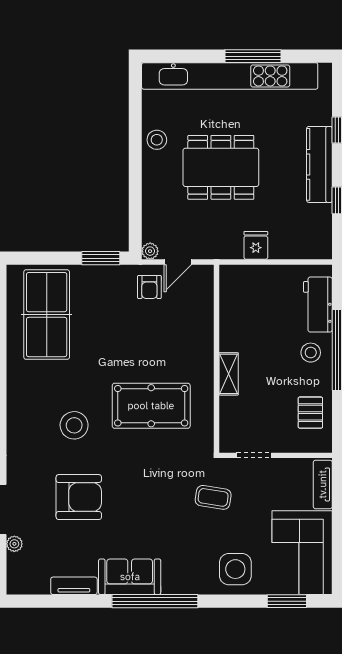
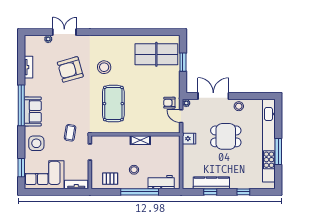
kitchen counter: (319, 164) -> (211, 183), moved
dining table: (221, 167) -> (226, 136), width x0.73
double door: (135, 194) -> (213, 96), added
fridge: (256, 245) -> (189, 139), moved
window: (101, 258) -> (183, 62), moved
stool: (311, 353) -> (134, 170), moved
shelving: (229, 374) -> (140, 140), moved
armchair: (79, 497) -> (70, 69), turned 74
sofa: (130, 577) -> (33, 111), moved

